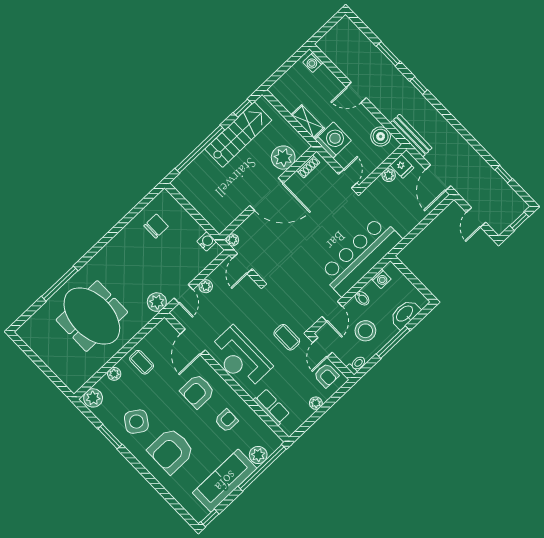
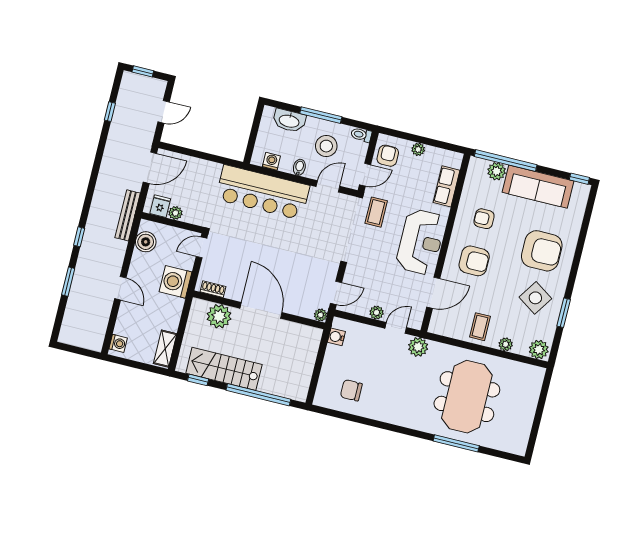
shelving: (308, 122) -> (165, 349), moved

